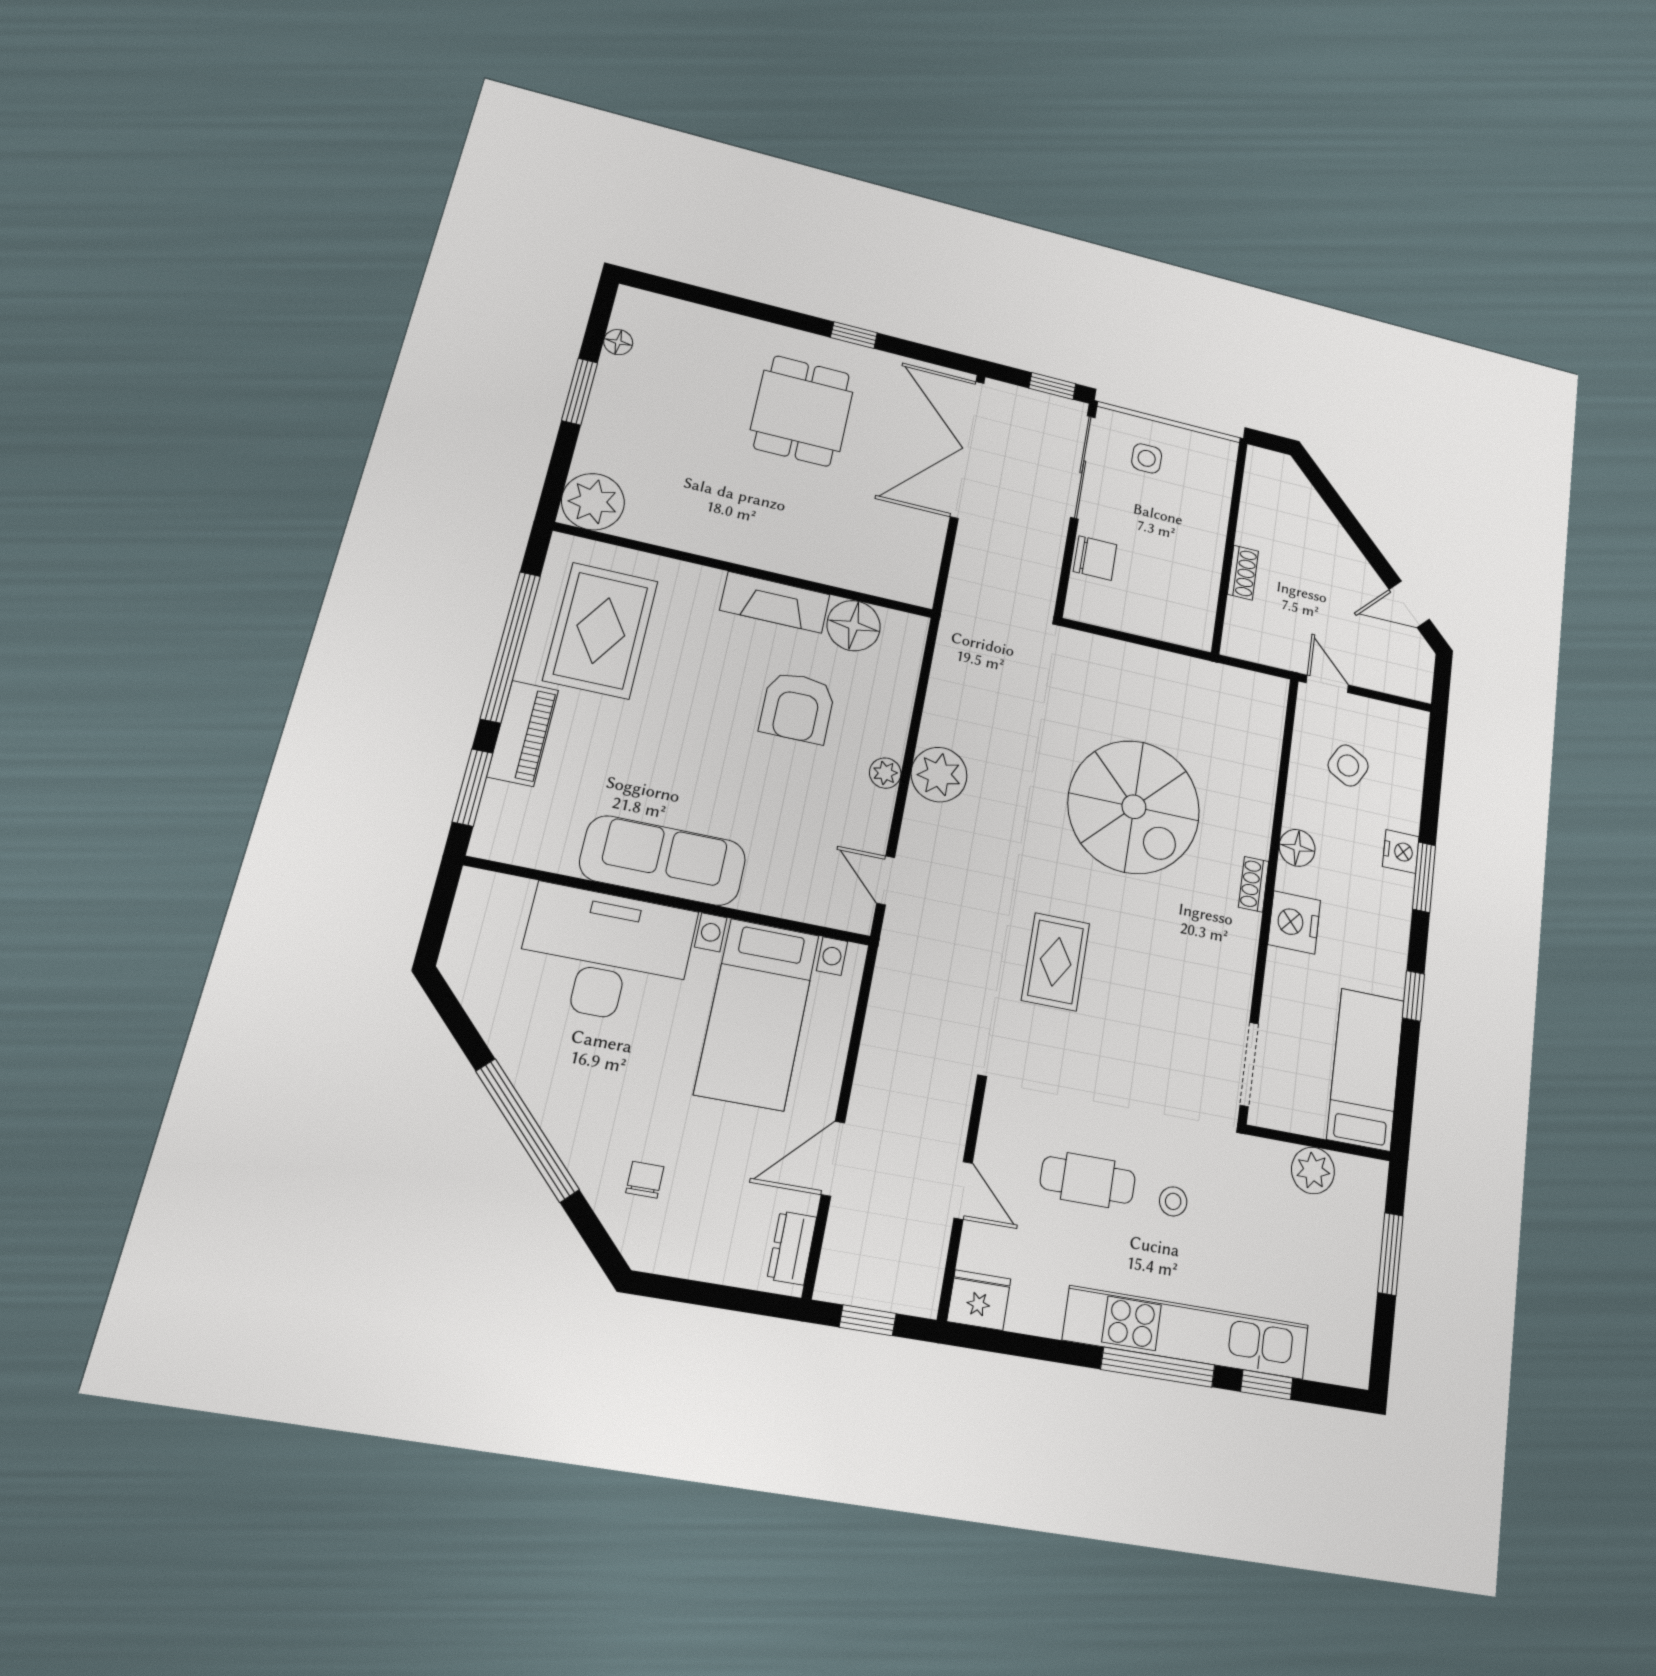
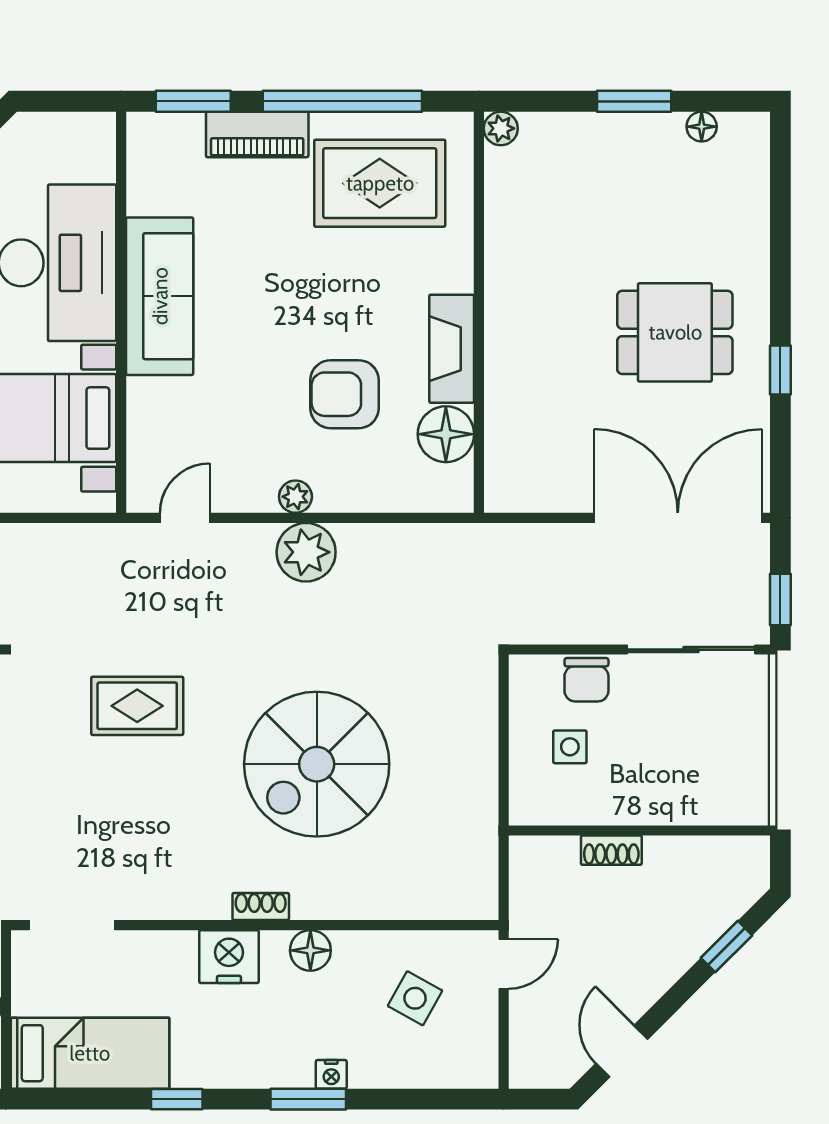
side table: (1147, 458) -> (570, 747), moved
window: (1333, 501) -> (727, 947), added
plant: (593, 502) -> (501, 128), width x0.53, depth x0.53
nightstand: (1401, 851) -> (331, 1074), width x0.72, depth x0.74

